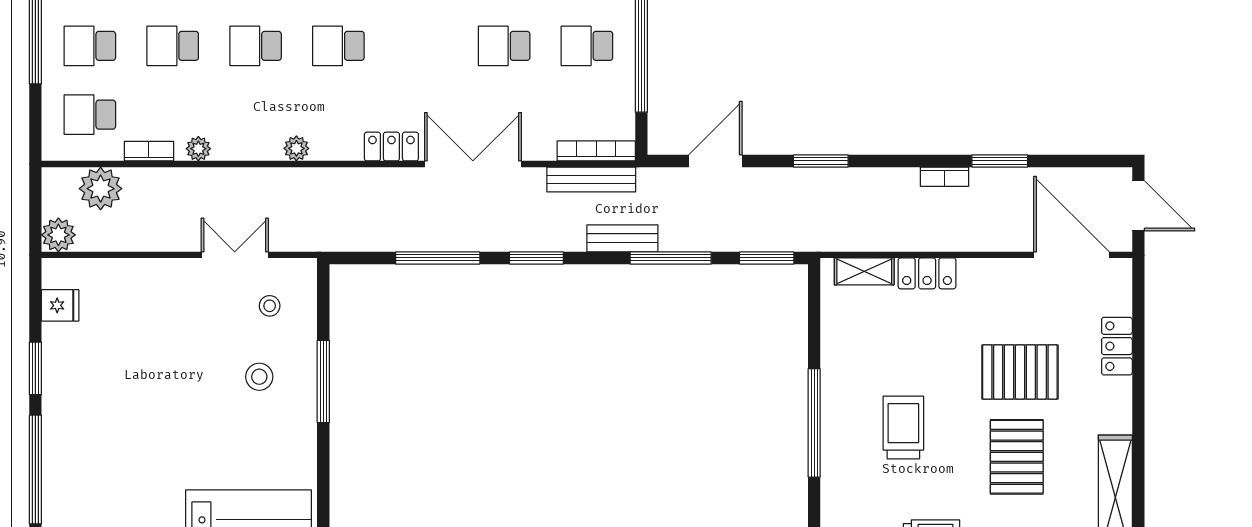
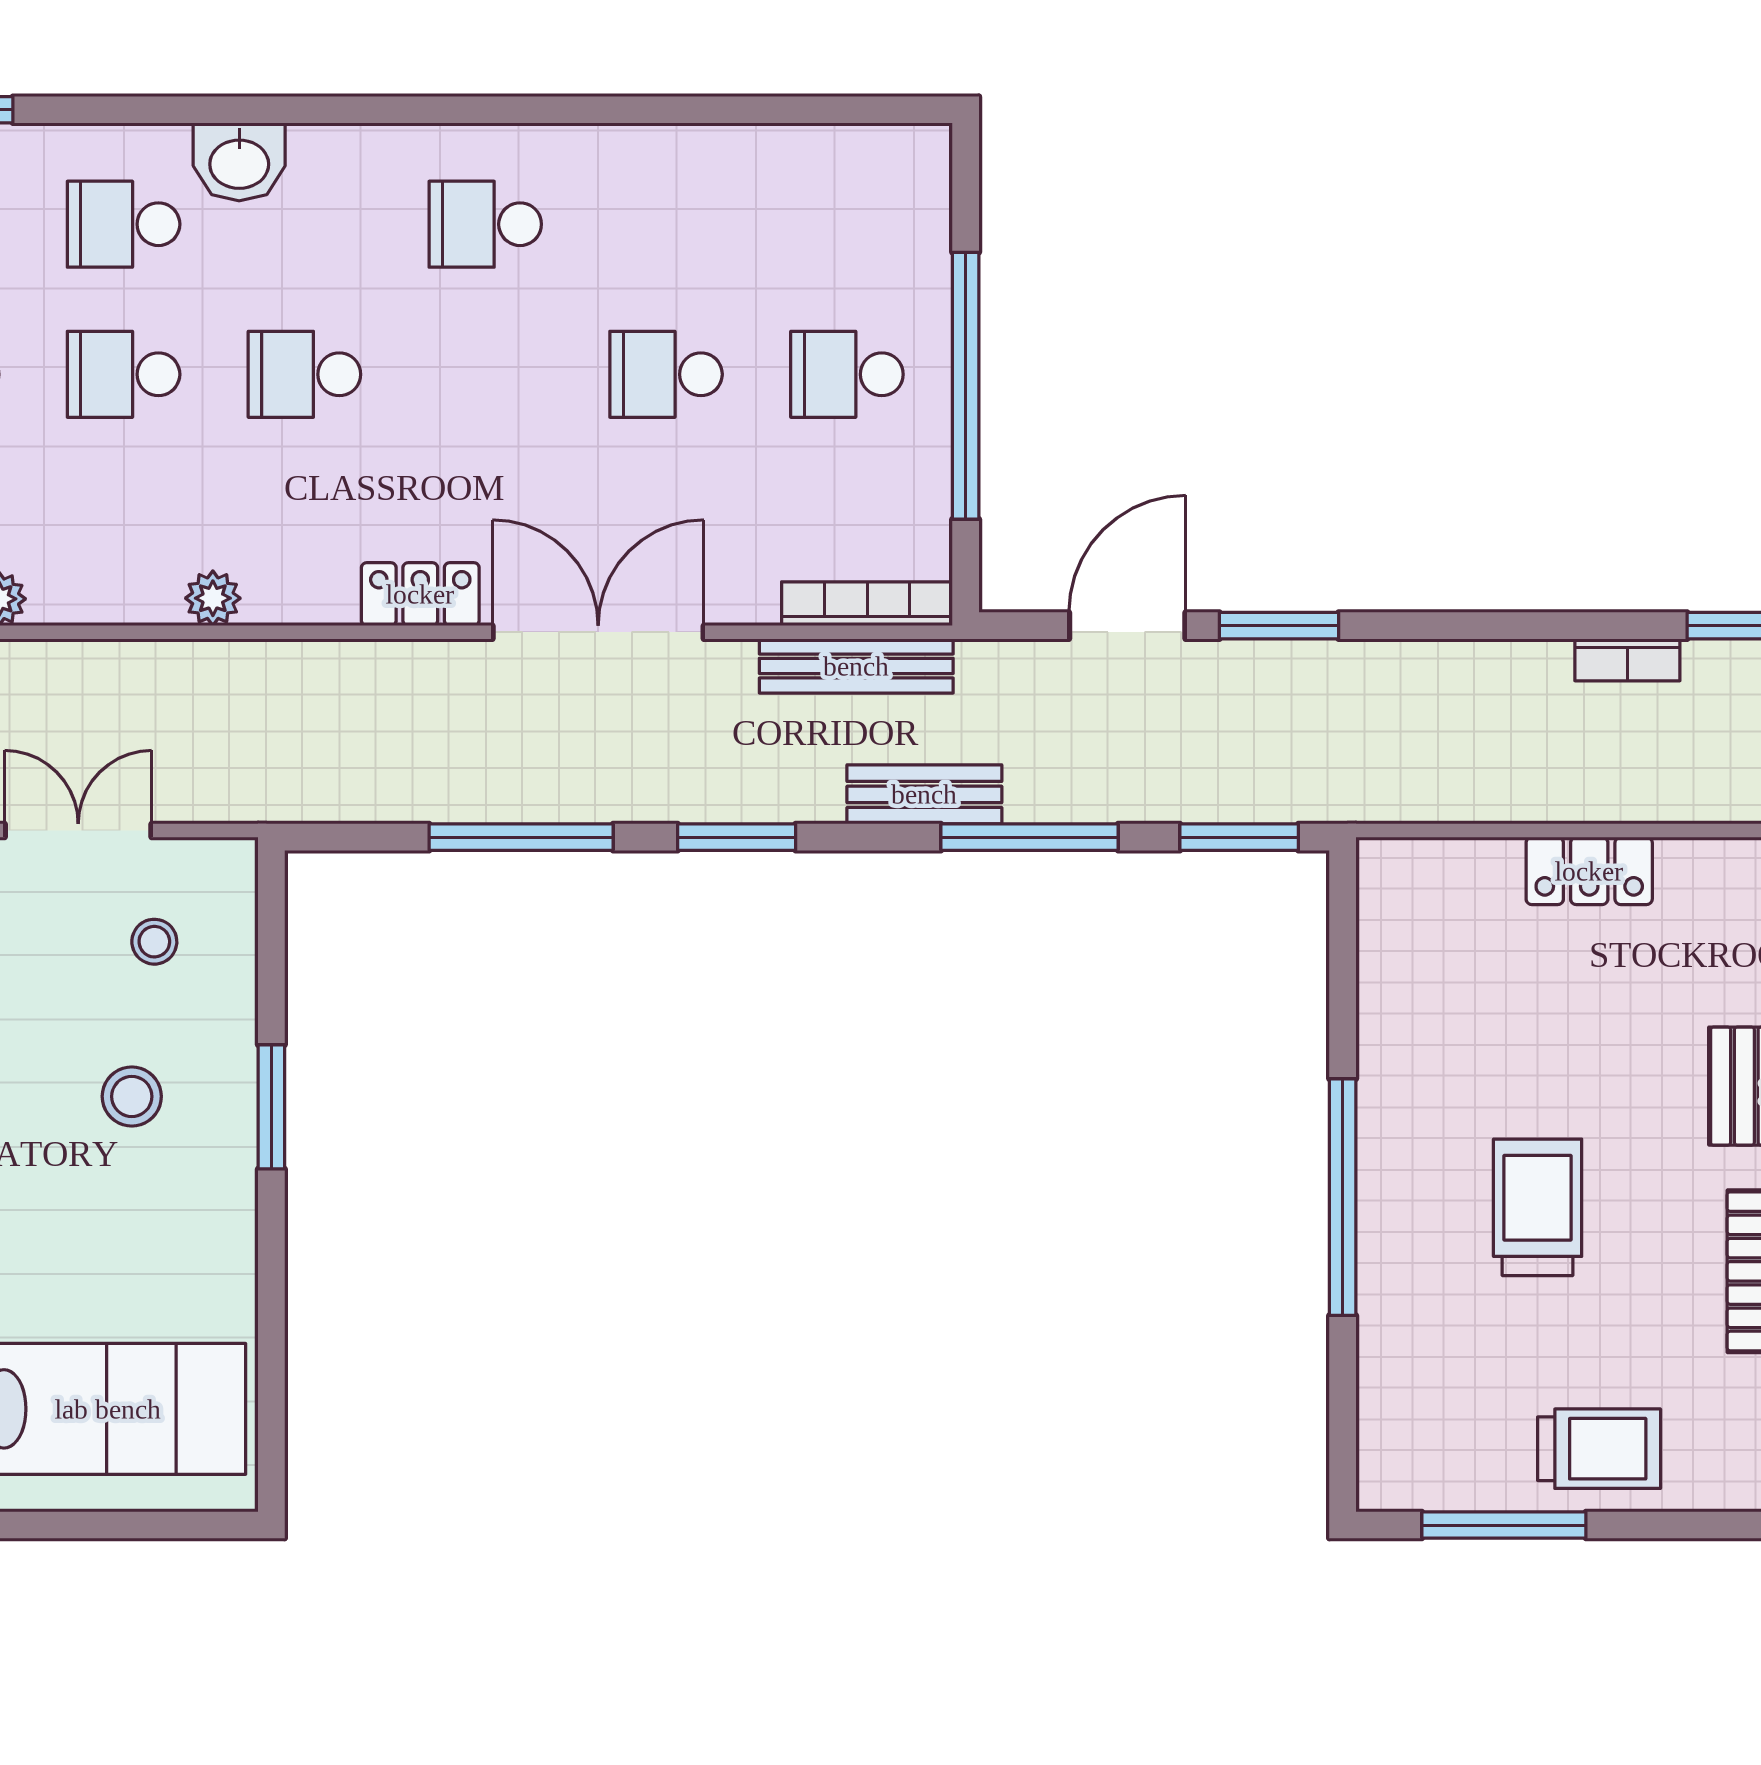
window: (821, 161) -> (1279, 626), moved
shelving: (864, 271) -> (1452, 867), removed
window: (323, 381) -> (271, 1107), width x0.69

